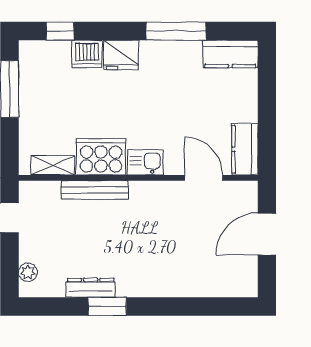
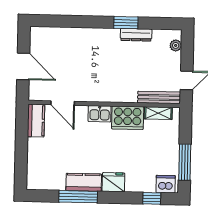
dishwasher: (87, 54) -> (166, 184), moved
kitchen counter: (230, 54) -> (84, 182), moved
bench: (95, 190) -> (159, 97), moved
door: (267, 234) -> (23, 66), hinge flipped

